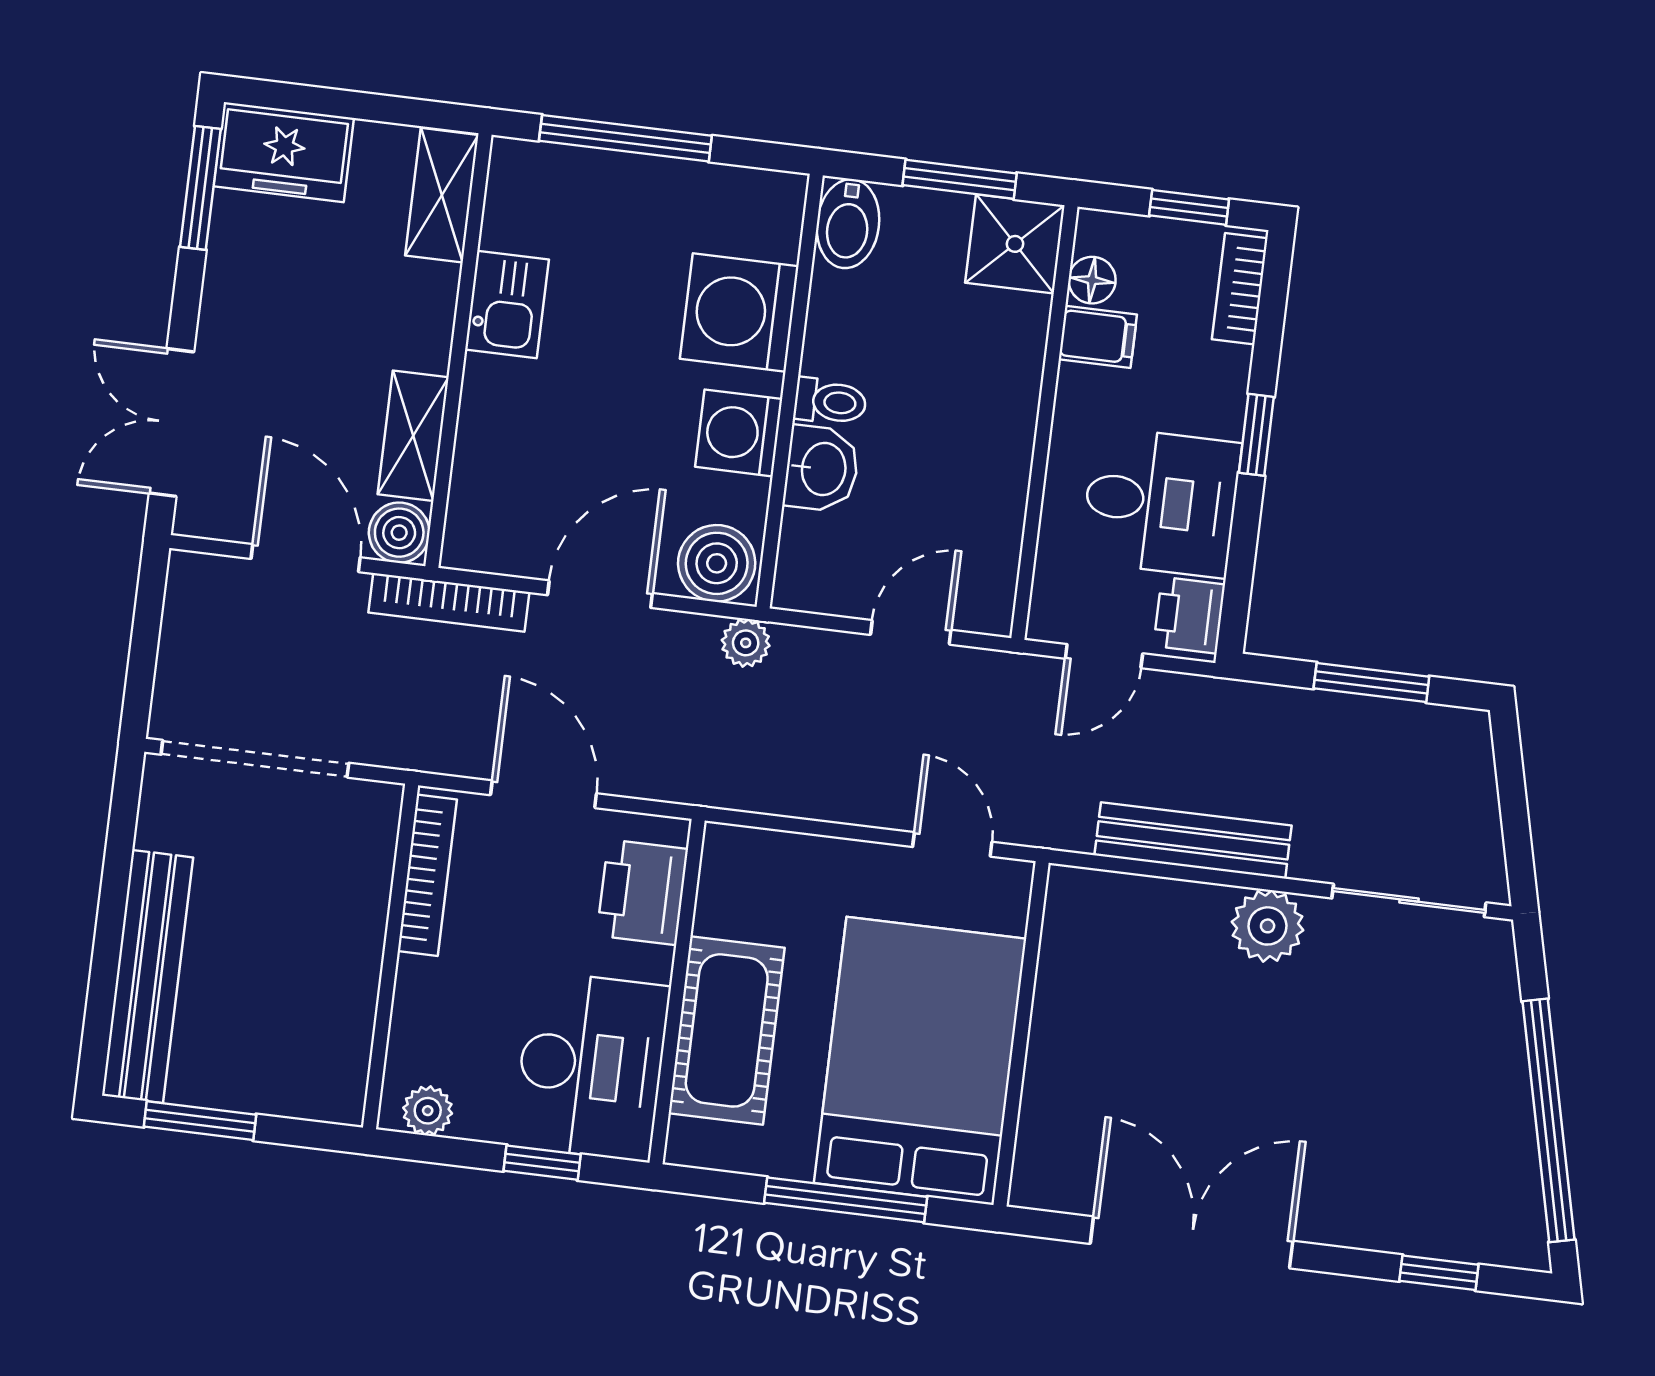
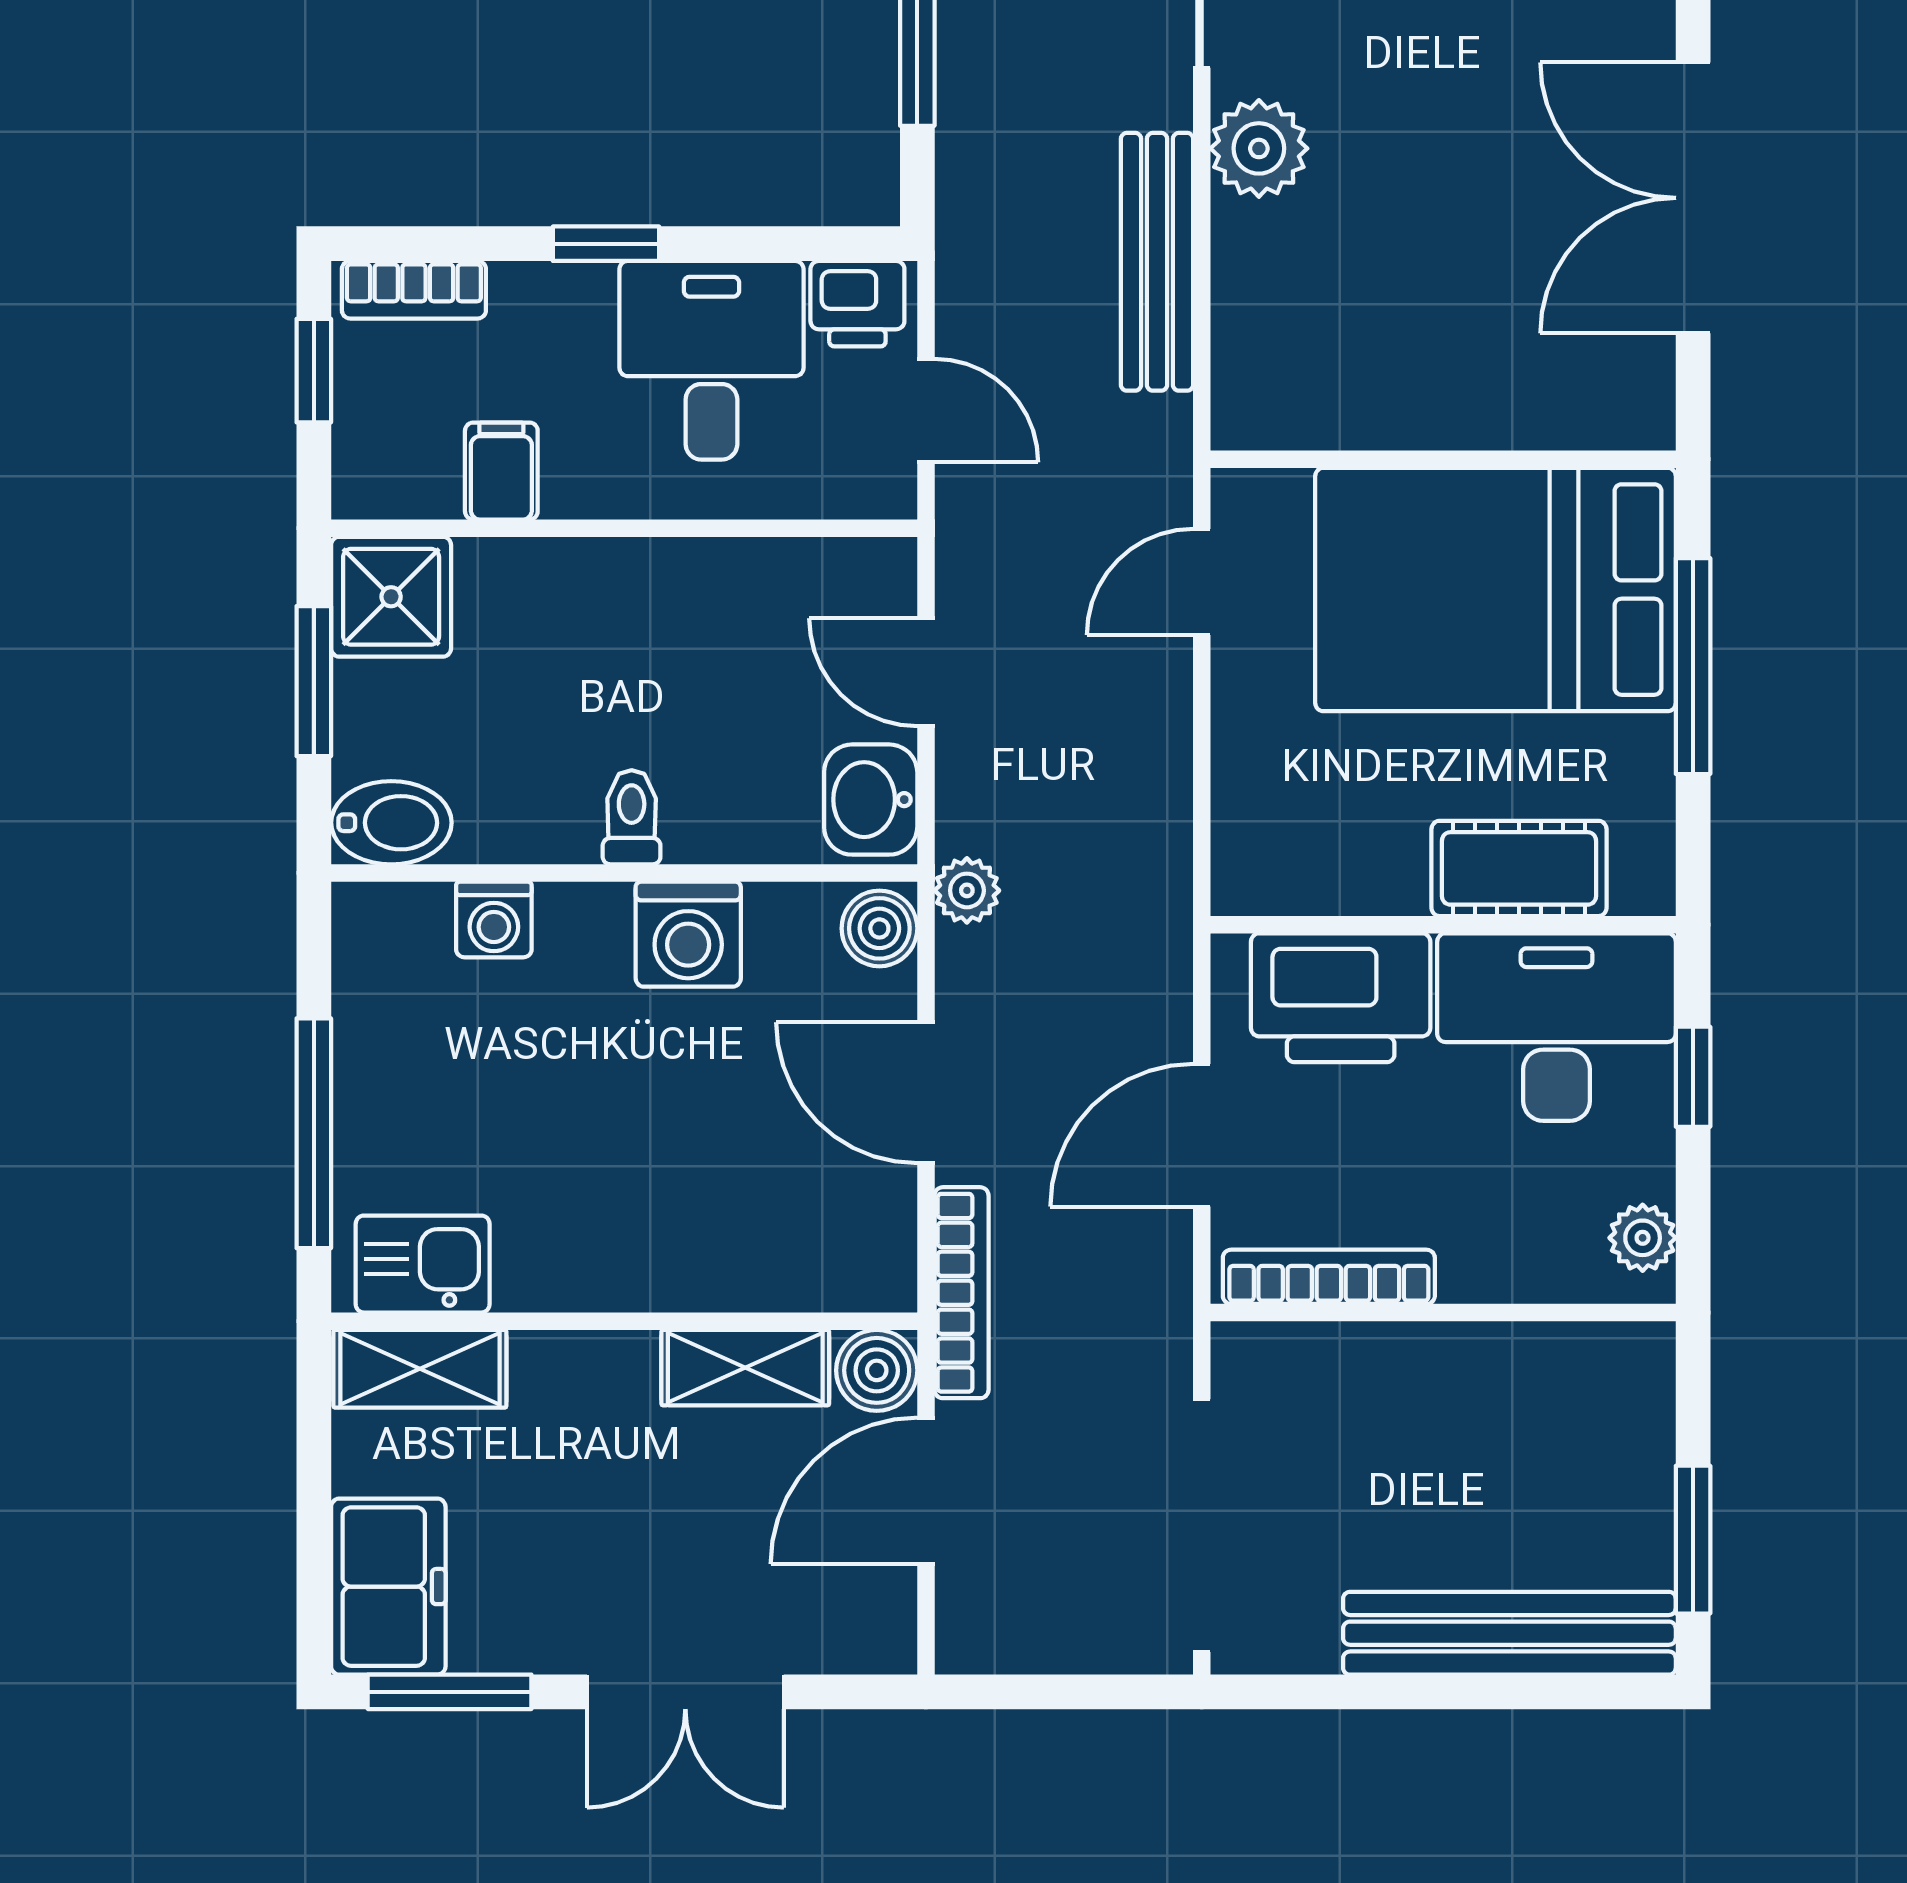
floor lamp: (1092, 280) -> (427, 488), removed
kitchen sink: (507, 304) -> (423, 1264), moved
washing machine: (739, 312) -> (494, 919), width x0.53, depth x0.53
double door: (172, 423) -> (685, 1692), moved
washbasin: (822, 469) -> (871, 800), moved, turned -90
boiler: (717, 563) -> (879, 928), width x0.73, depth x0.73
printer: (642, 892) -> (1341, 998), width x1.37, depth x1.19
cot: (727, 1030) -> (1519, 868), width x0.73, depth x0.75

